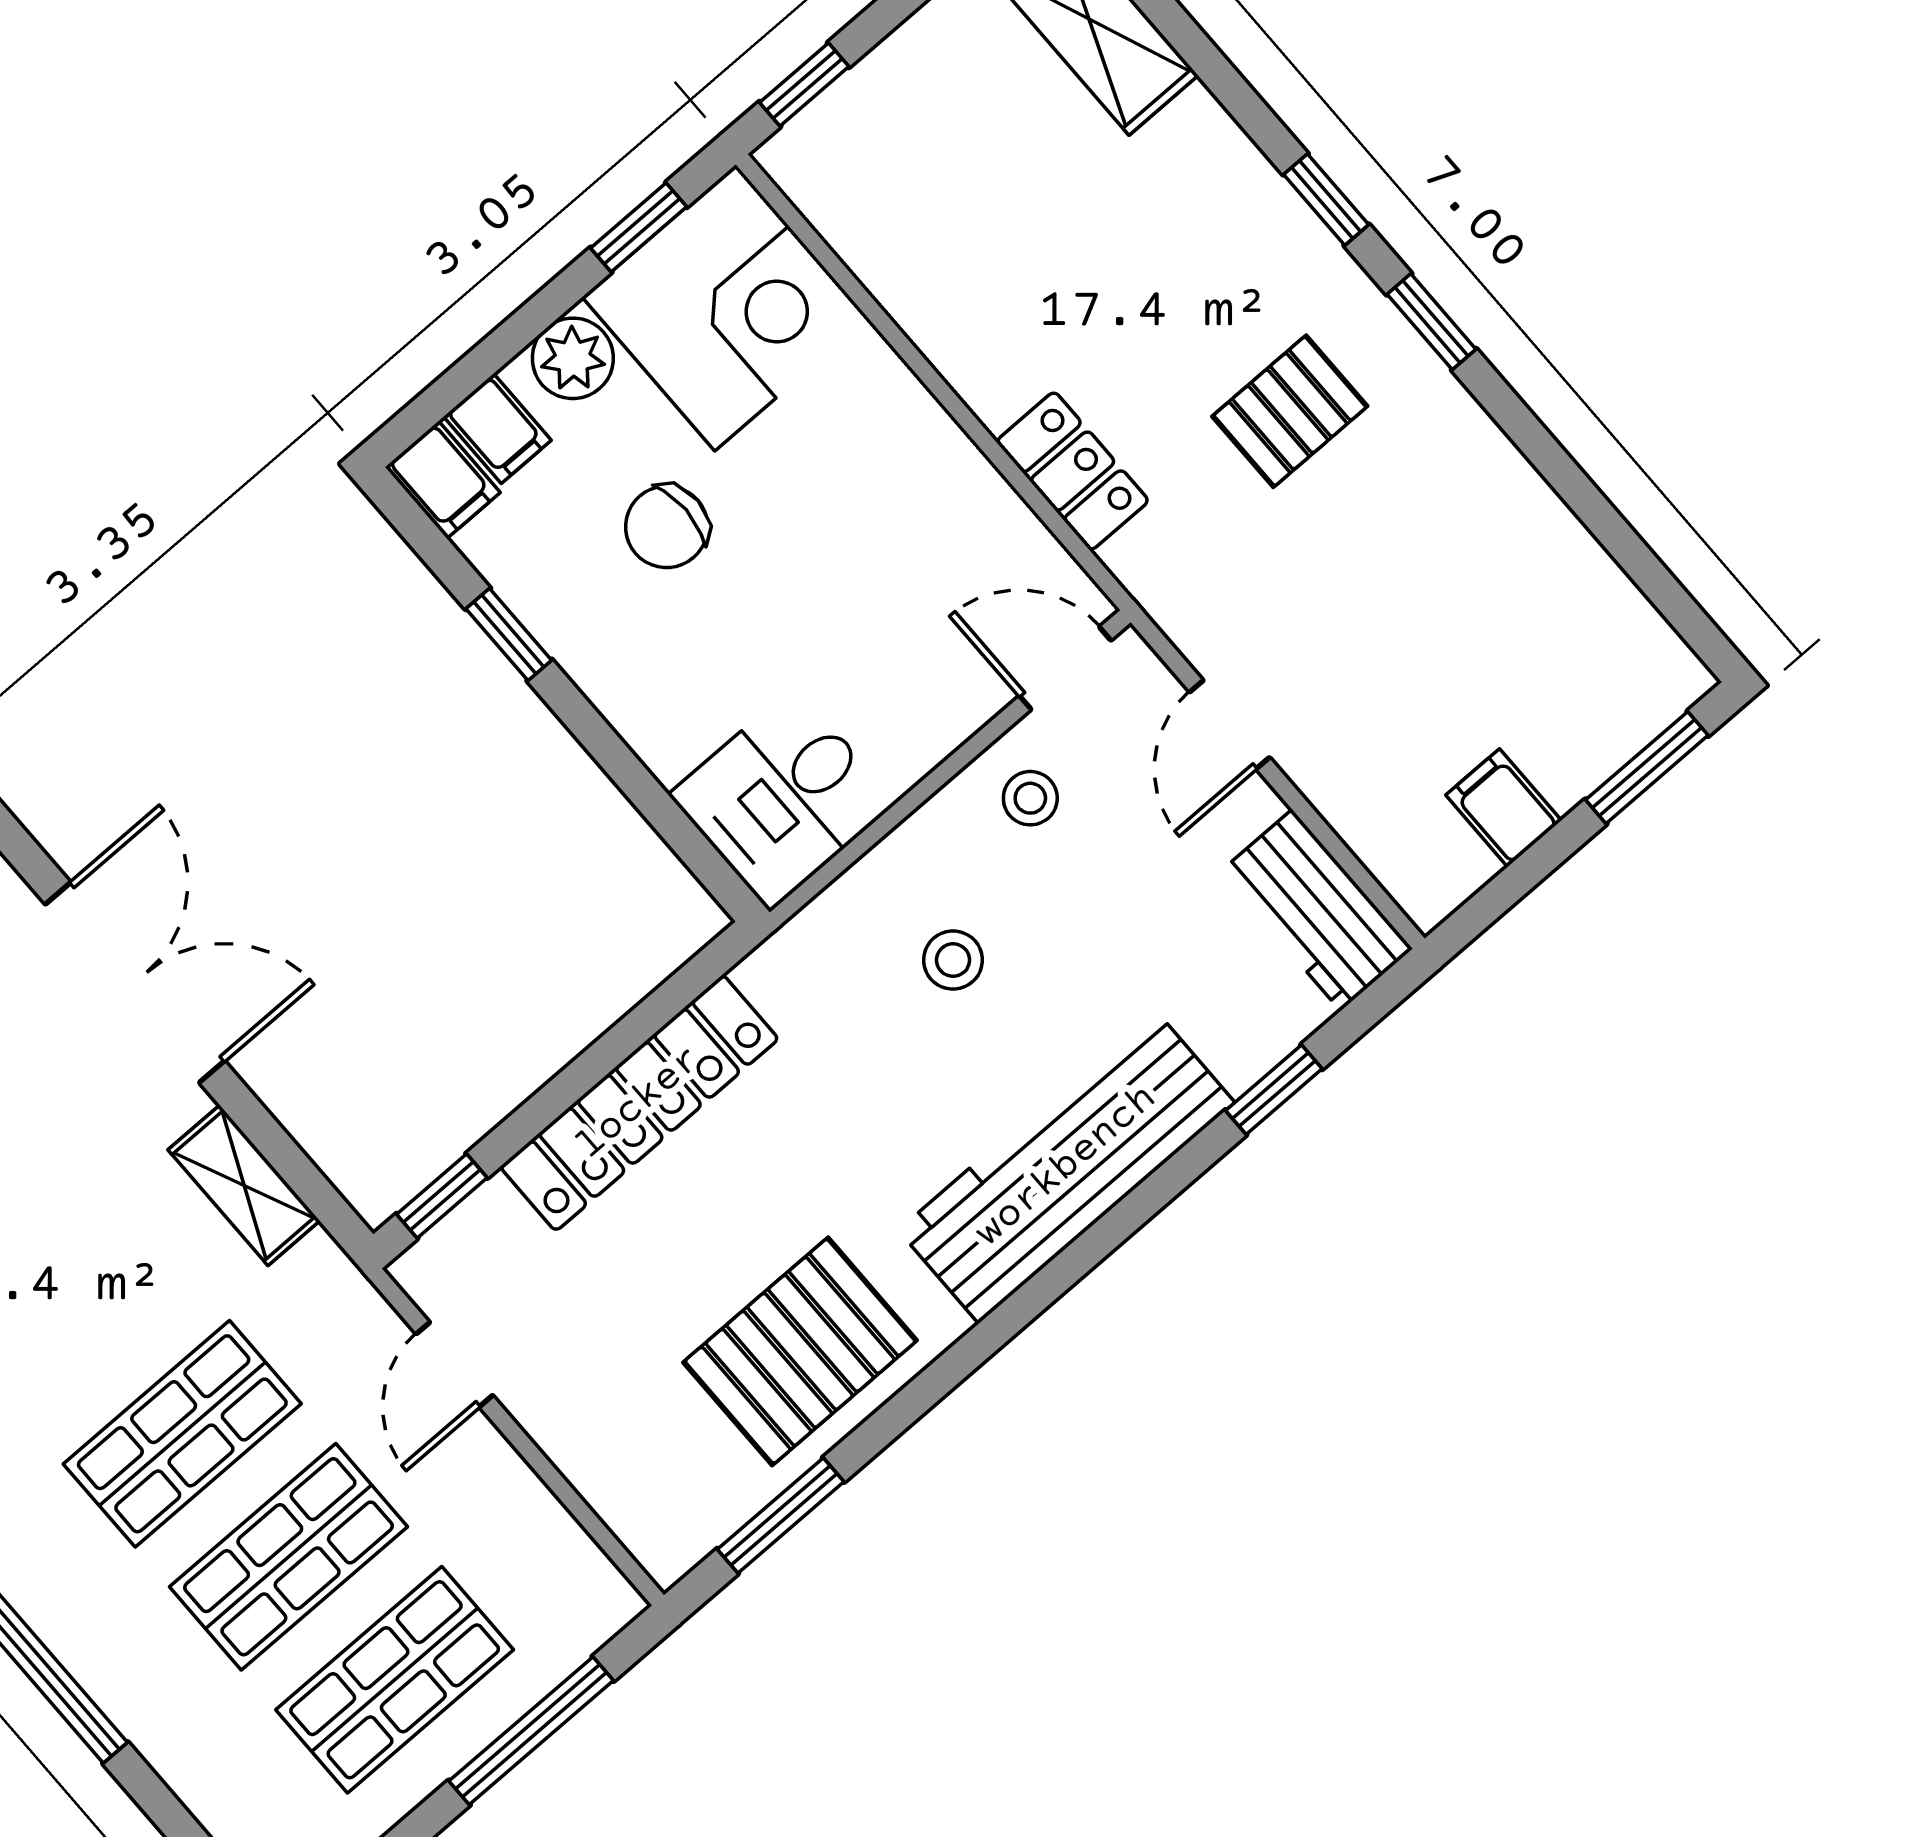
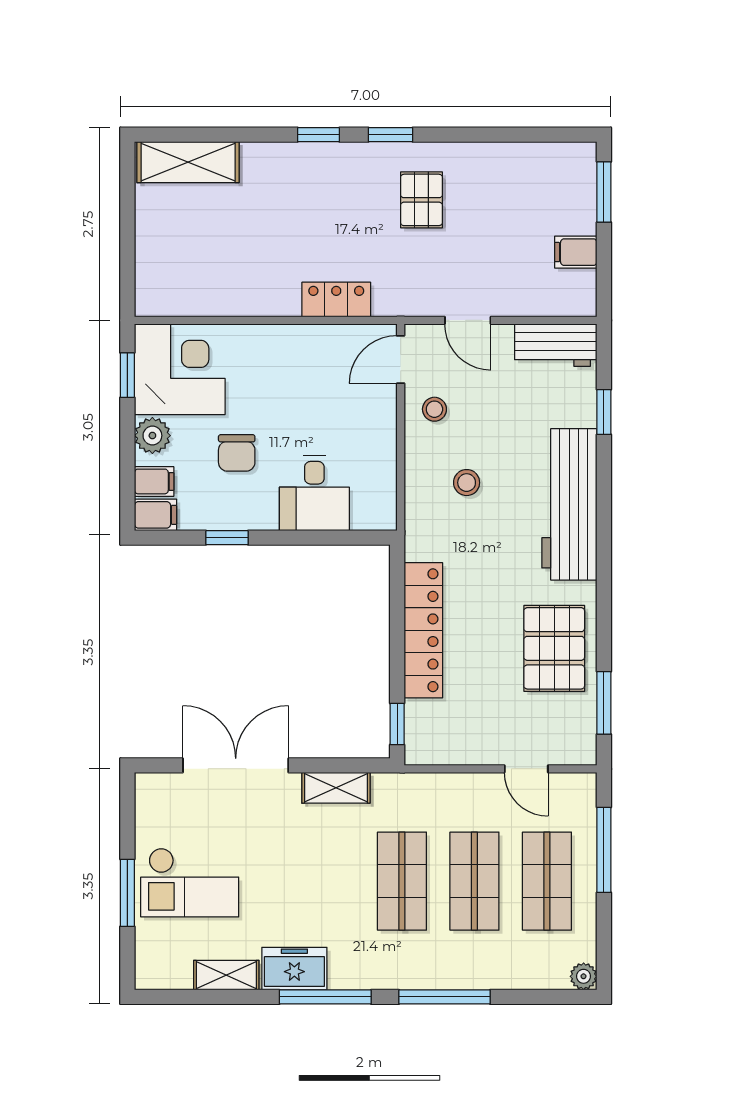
window: (804, 84) -> (127, 277), removed
pallet: (1290, 411) -> (421, 200), moved
desk: (783, 799) -> (314, 493), moved
door: (454, 1365) -> (526, 769), moved

